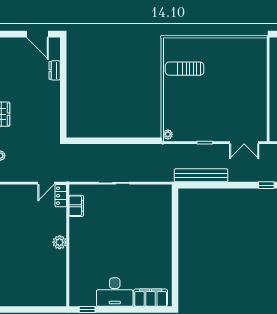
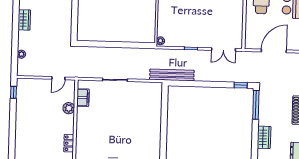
bench: (201, 175) -> (172, 75), moved
locker: (61, 196) -> (69, 143), moved
plant: (60, 242) -> (69, 108), moved

